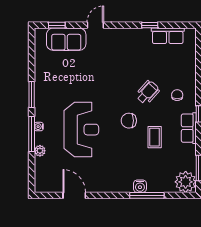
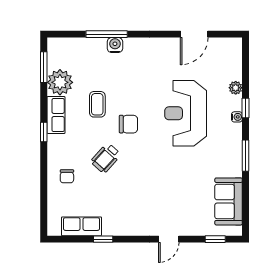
sofa: (66, 39) -> (229, 201), moved, turned -90
chair: (177, 95) -> (67, 176), moved
window: (32, 134) -> (246, 108), width x0.46
plant: (186, 182) -> (60, 82), moved
door: (74, 195) -> (194, 34), hinge flipped

